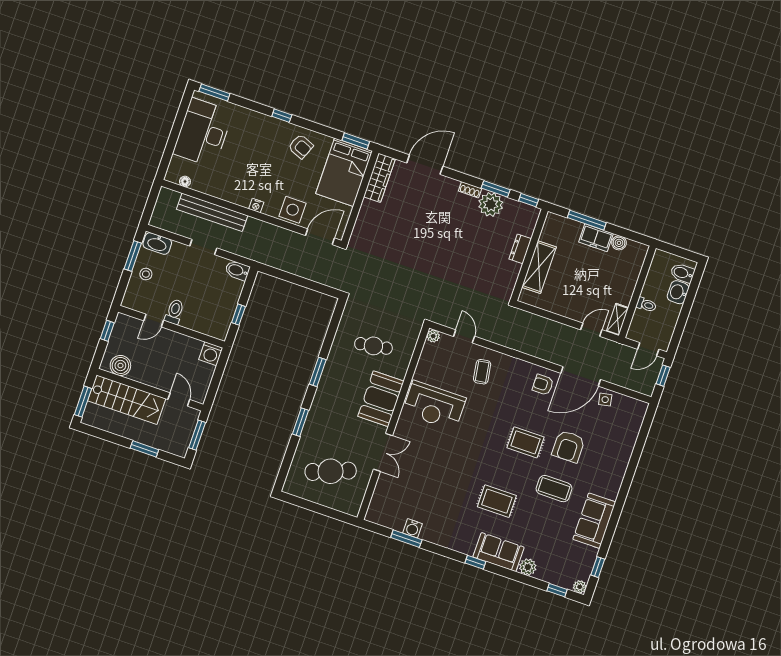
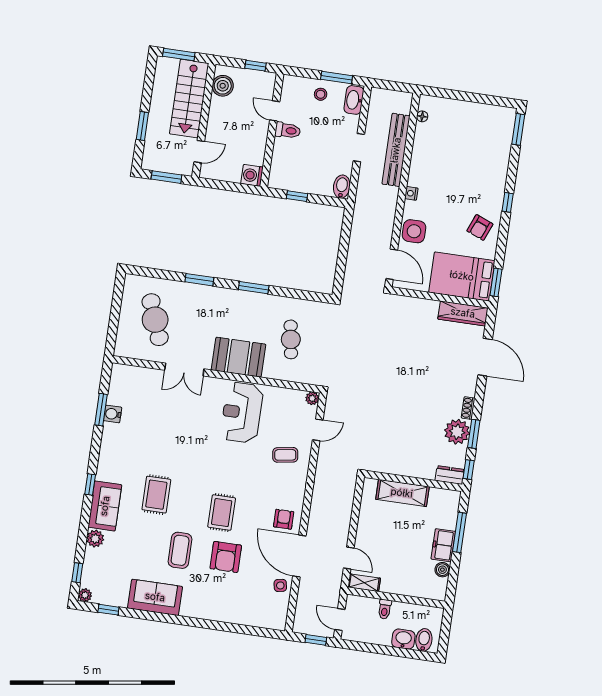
desk: (203, 133) -> (475, 125), removed
dresser: (520, 249) -> (450, 475), moved
armchair: (568, 446) -> (226, 557), turned -90

